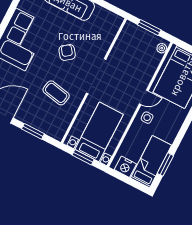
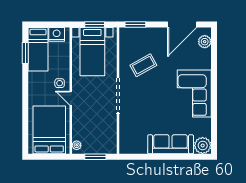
armchair: (67, 52) -> (151, 102), removed
coffee table: (56, 93) -> (143, 65), turned -40
door: (144, 97) -> (71, 98), hinge flipped
window: (33, 131) -> (135, 25), moved

